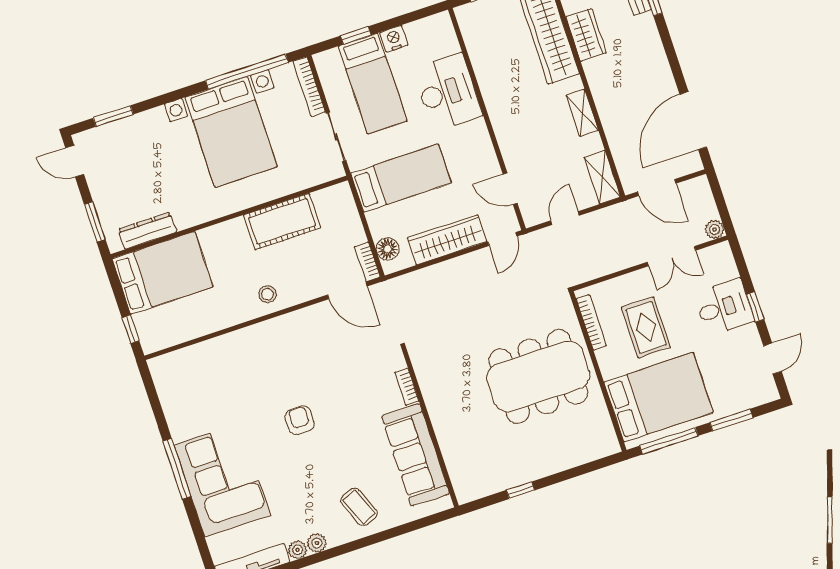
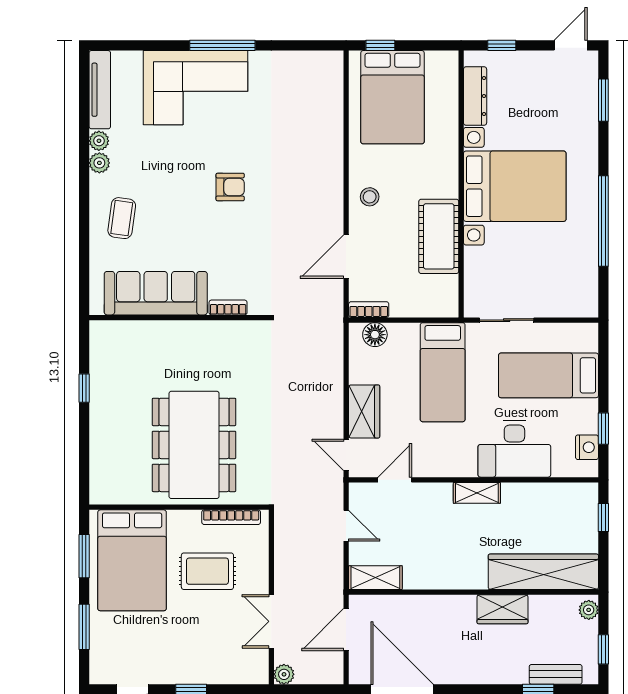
window: (356, 35) -> (603, 429), moved
wardrobe: (586, 35) -> (502, 609), moved
nightstand: (394, 39) -> (587, 447), moved
window: (247, 72) -> (603, 221), moved
bookcase: (309, 87) -> (567, 309), removed
shelving: (582, 113) -> (477, 493), moved
bed with nightstands: (231, 132) -> (515, 186), moved, turned 180
window: (95, 222) -> (502, 45), width x0.67
wardrobe: (447, 240) -> (364, 411), width x0.67
bed: (163, 273) -> (392, 97), moved
door: (347, 290) -> (346, 257), moved
desk: (724, 307) -> (201, 657), removed
window: (669, 441) -> (84, 556), width x0.69
coffee table: (359, 507) -> (122, 218), turned -59

